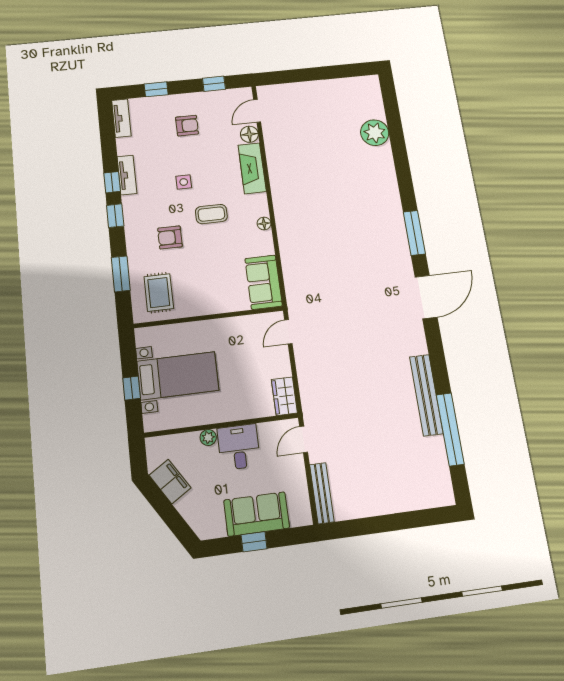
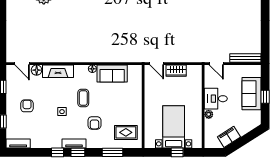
tv unit: (127, 175) -> (74, 144), moved
sofa: (264, 282) -> (112, 74), moved
wardrobe: (284, 396) -> (176, 71), moved

